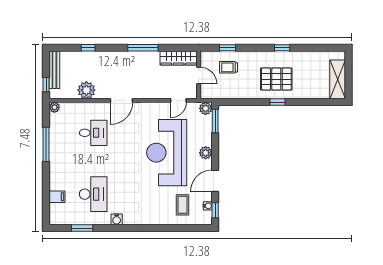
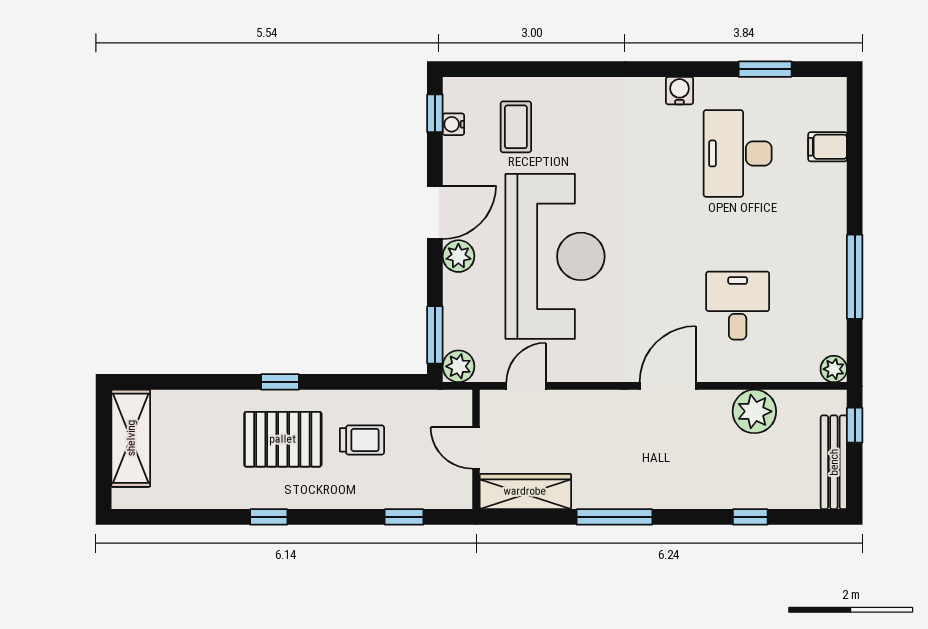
trolley: (229, 67) -> (362, 440), moved
desk: (93, 133) -> (738, 306), turned 90
door: (215, 181) -> (435, 212), moved

